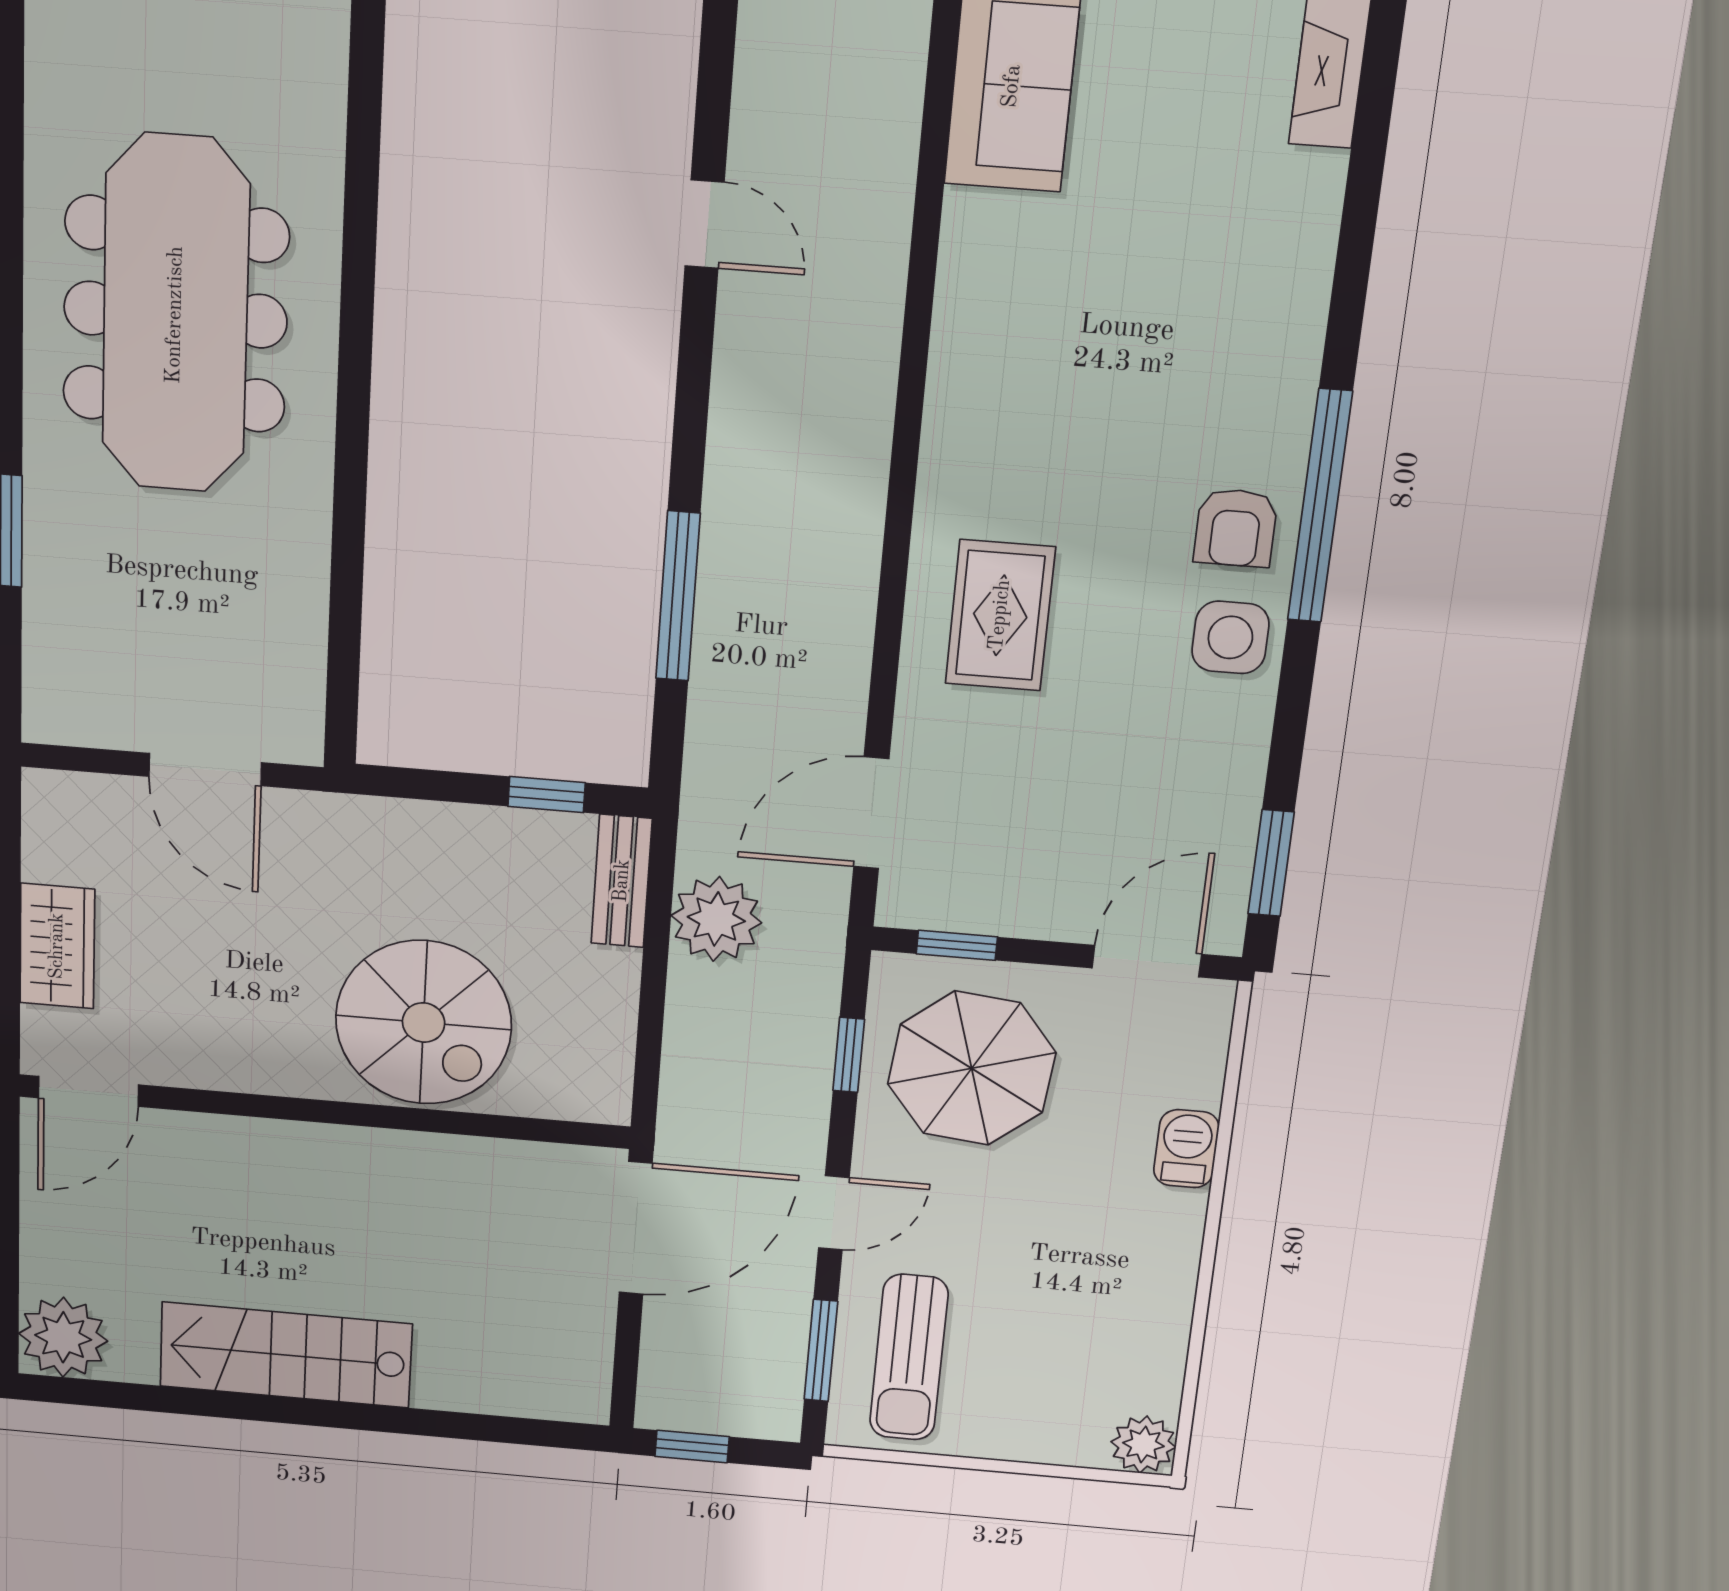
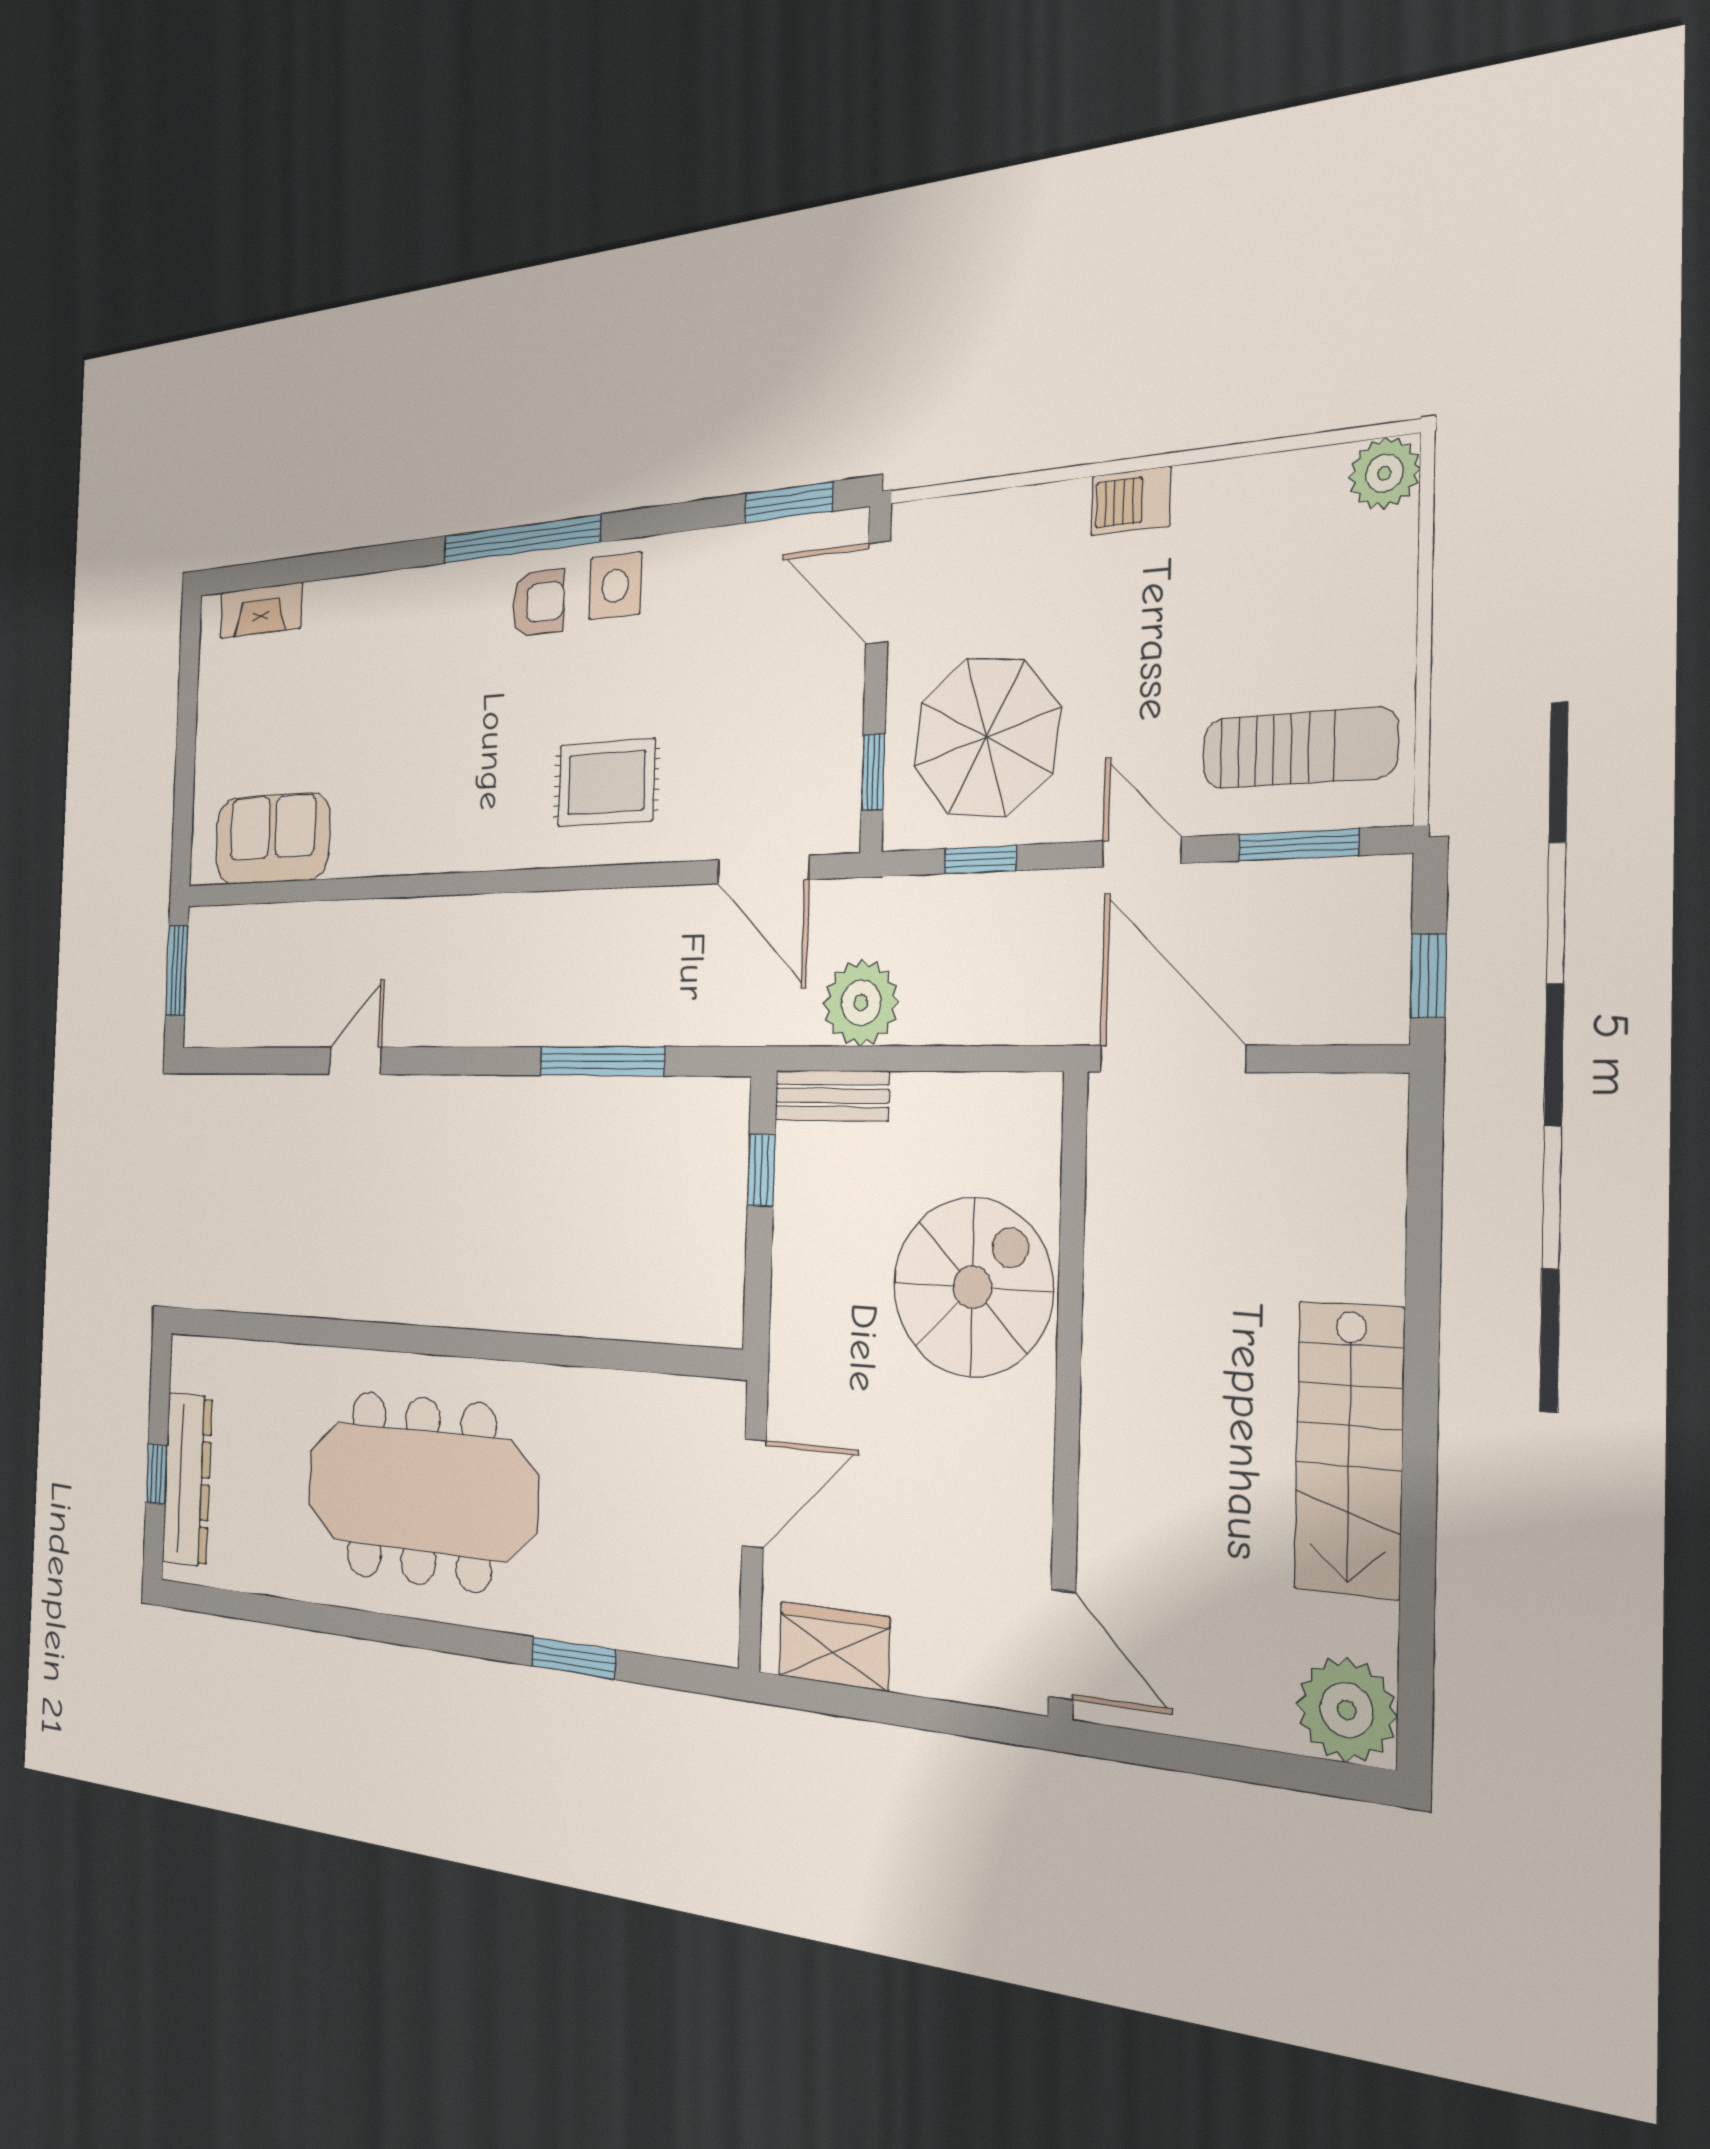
wardrobe: (57, 946) -> (834, 1646), moved
barbecue: (1186, 1149) -> (1131, 501), moved

